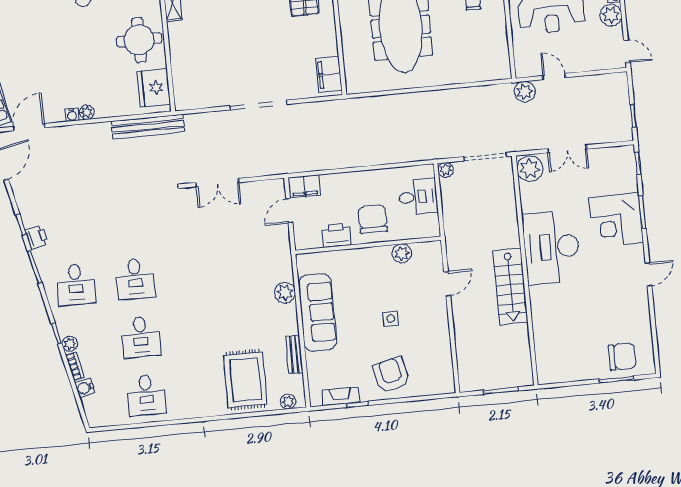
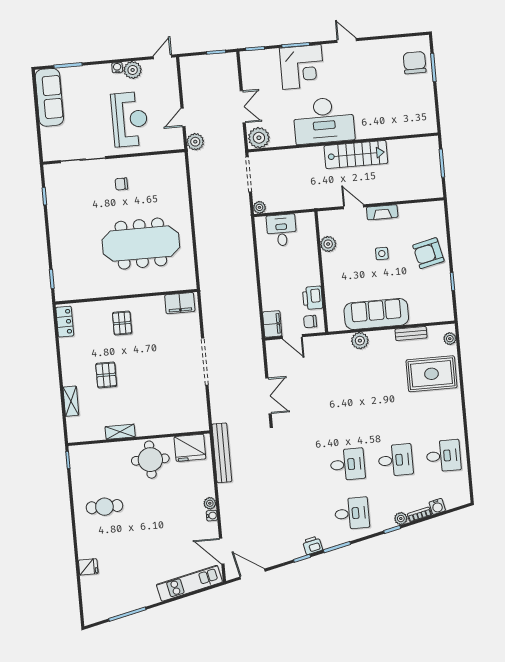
chair: (373, 219) -> (310, 322), moved, width x0.54, depth x0.54
fireplace: (341, 396) -> (382, 212), moved, turned -90

